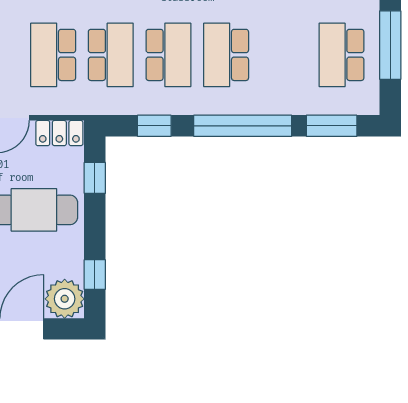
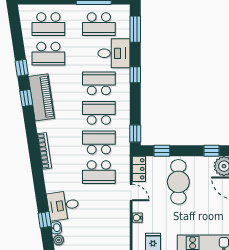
school desk: (226, 55) -> (99, 83), turned 180
desk: (285, 84) -> (114, 53), added
window: (154, 126) -> (135, 134), moved
window: (243, 126) -> (135, 75), width x0.32

